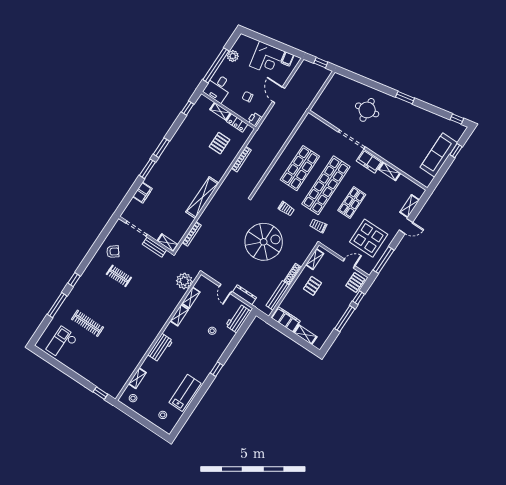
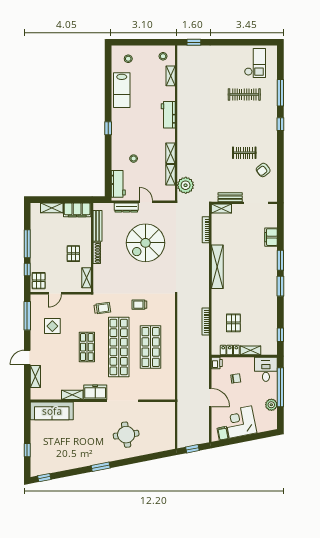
sofa: (439, 155) -> (52, 411), moved, turned 90
display table: (369, 238) -> (52, 326), width x0.54, depth x0.54
spiral stairs: (264, 242) -> (146, 243), moved

